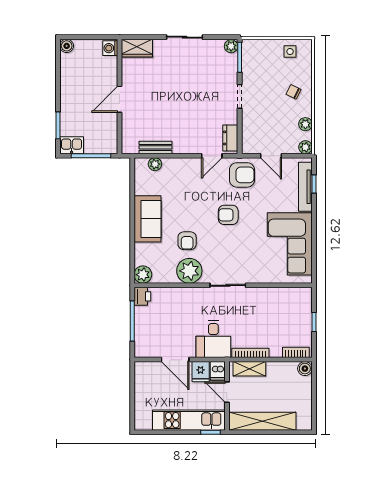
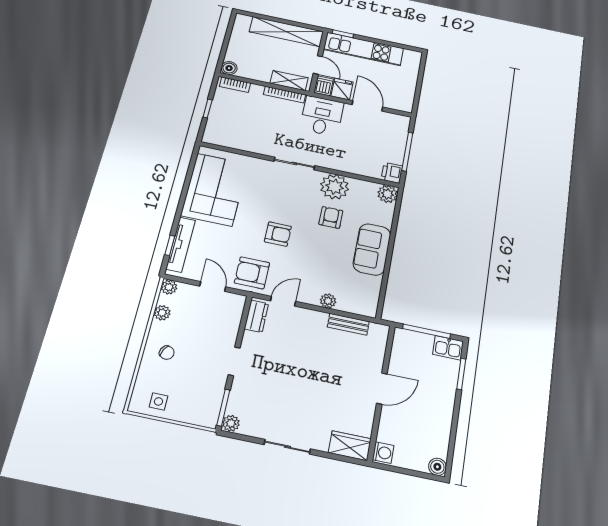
plant: (155, 164) -> (328, 301), moved

